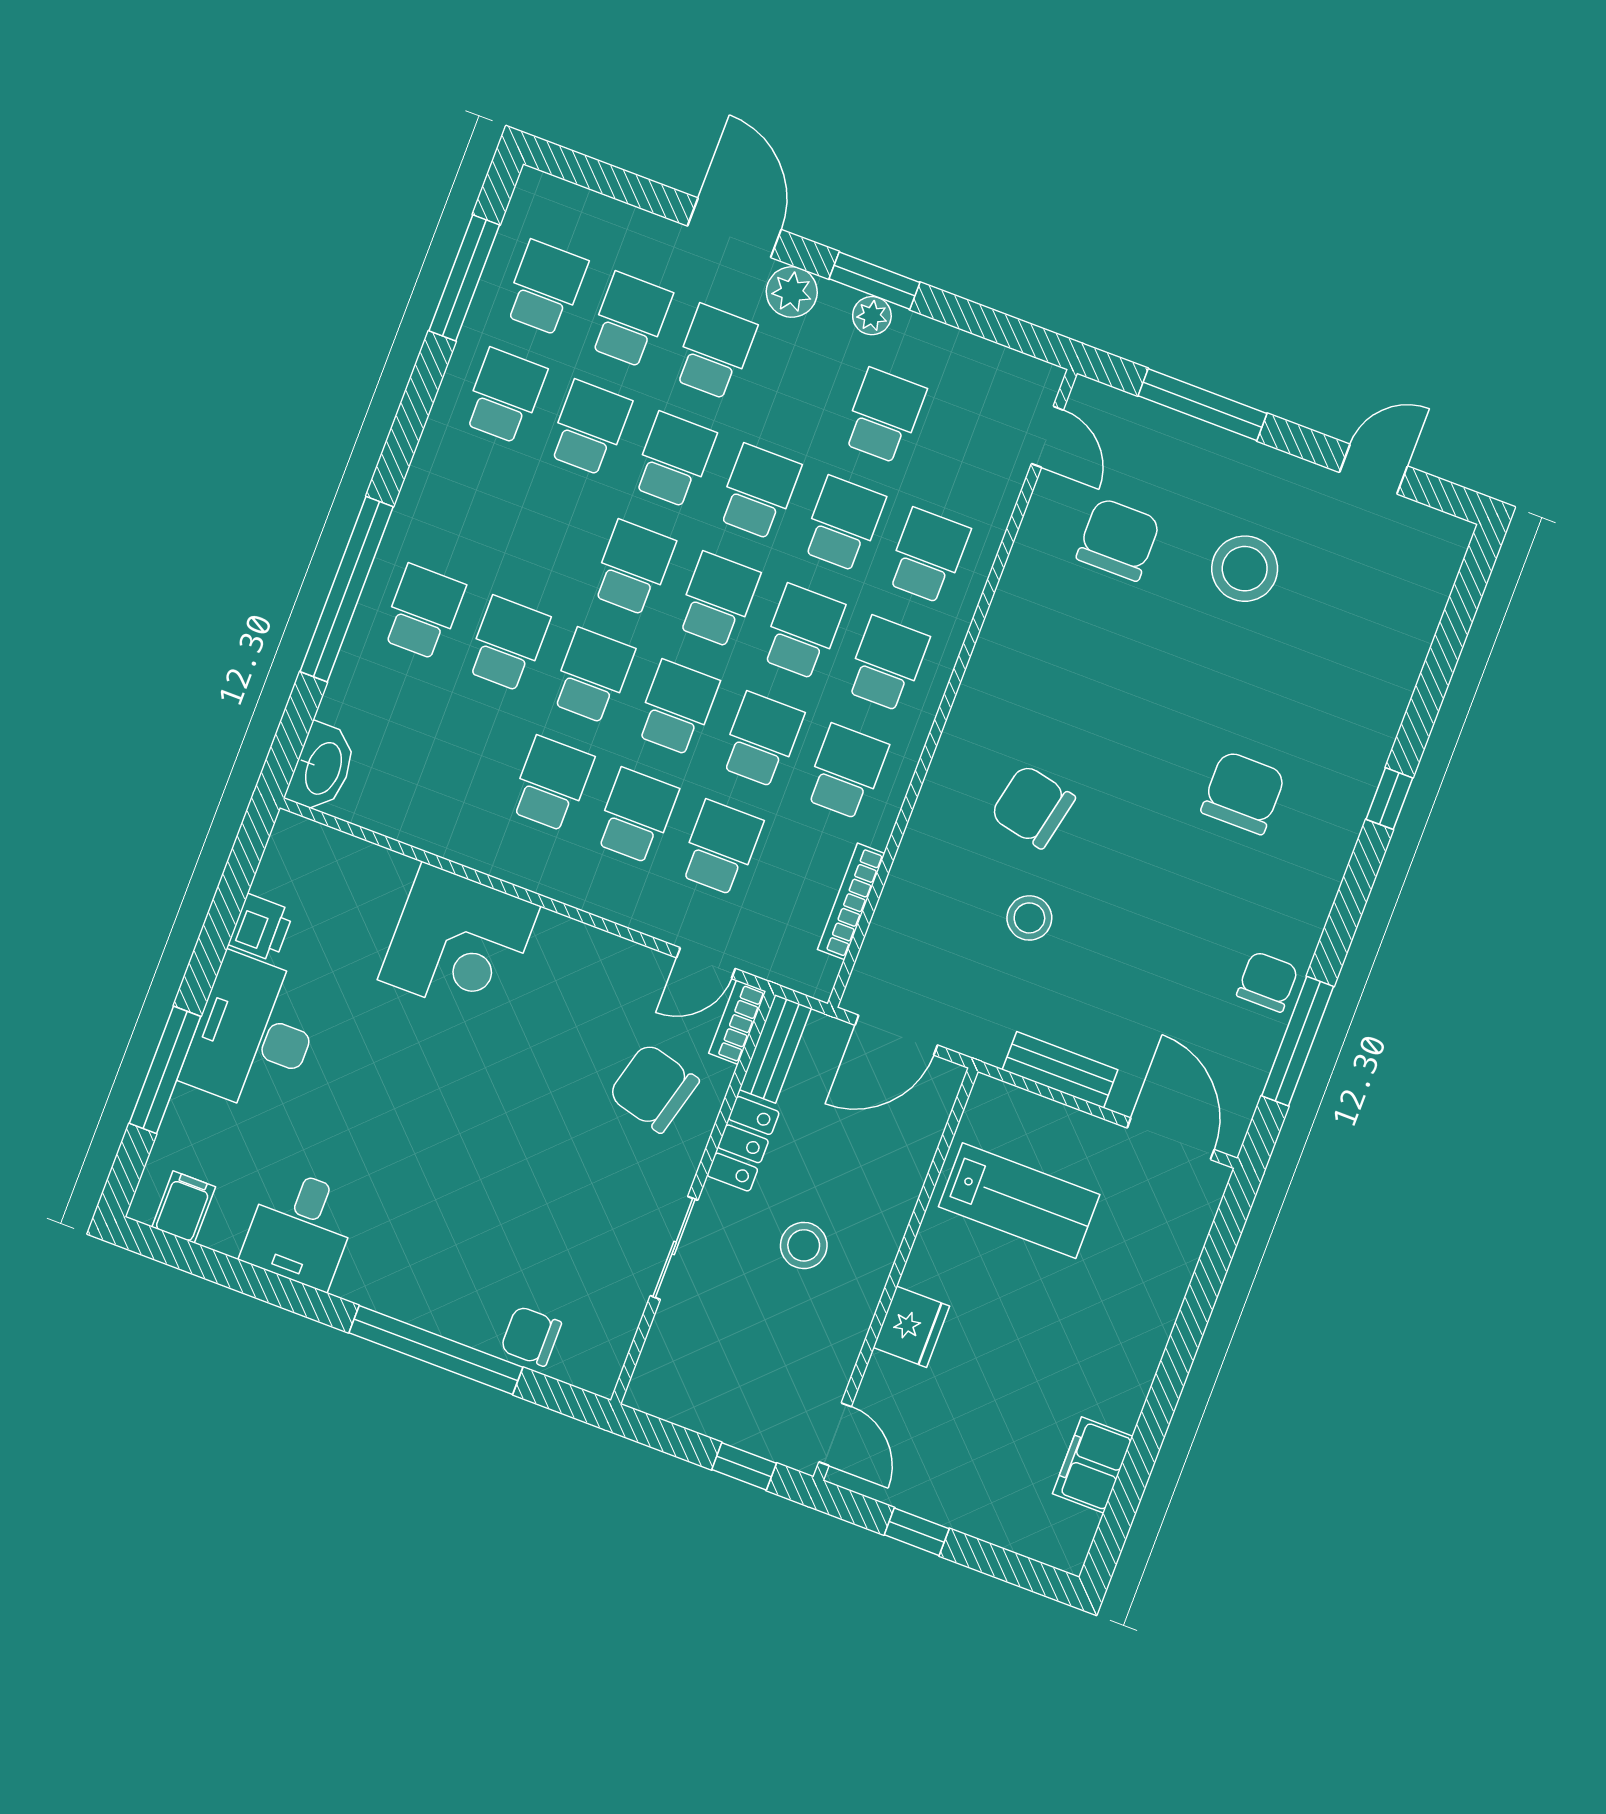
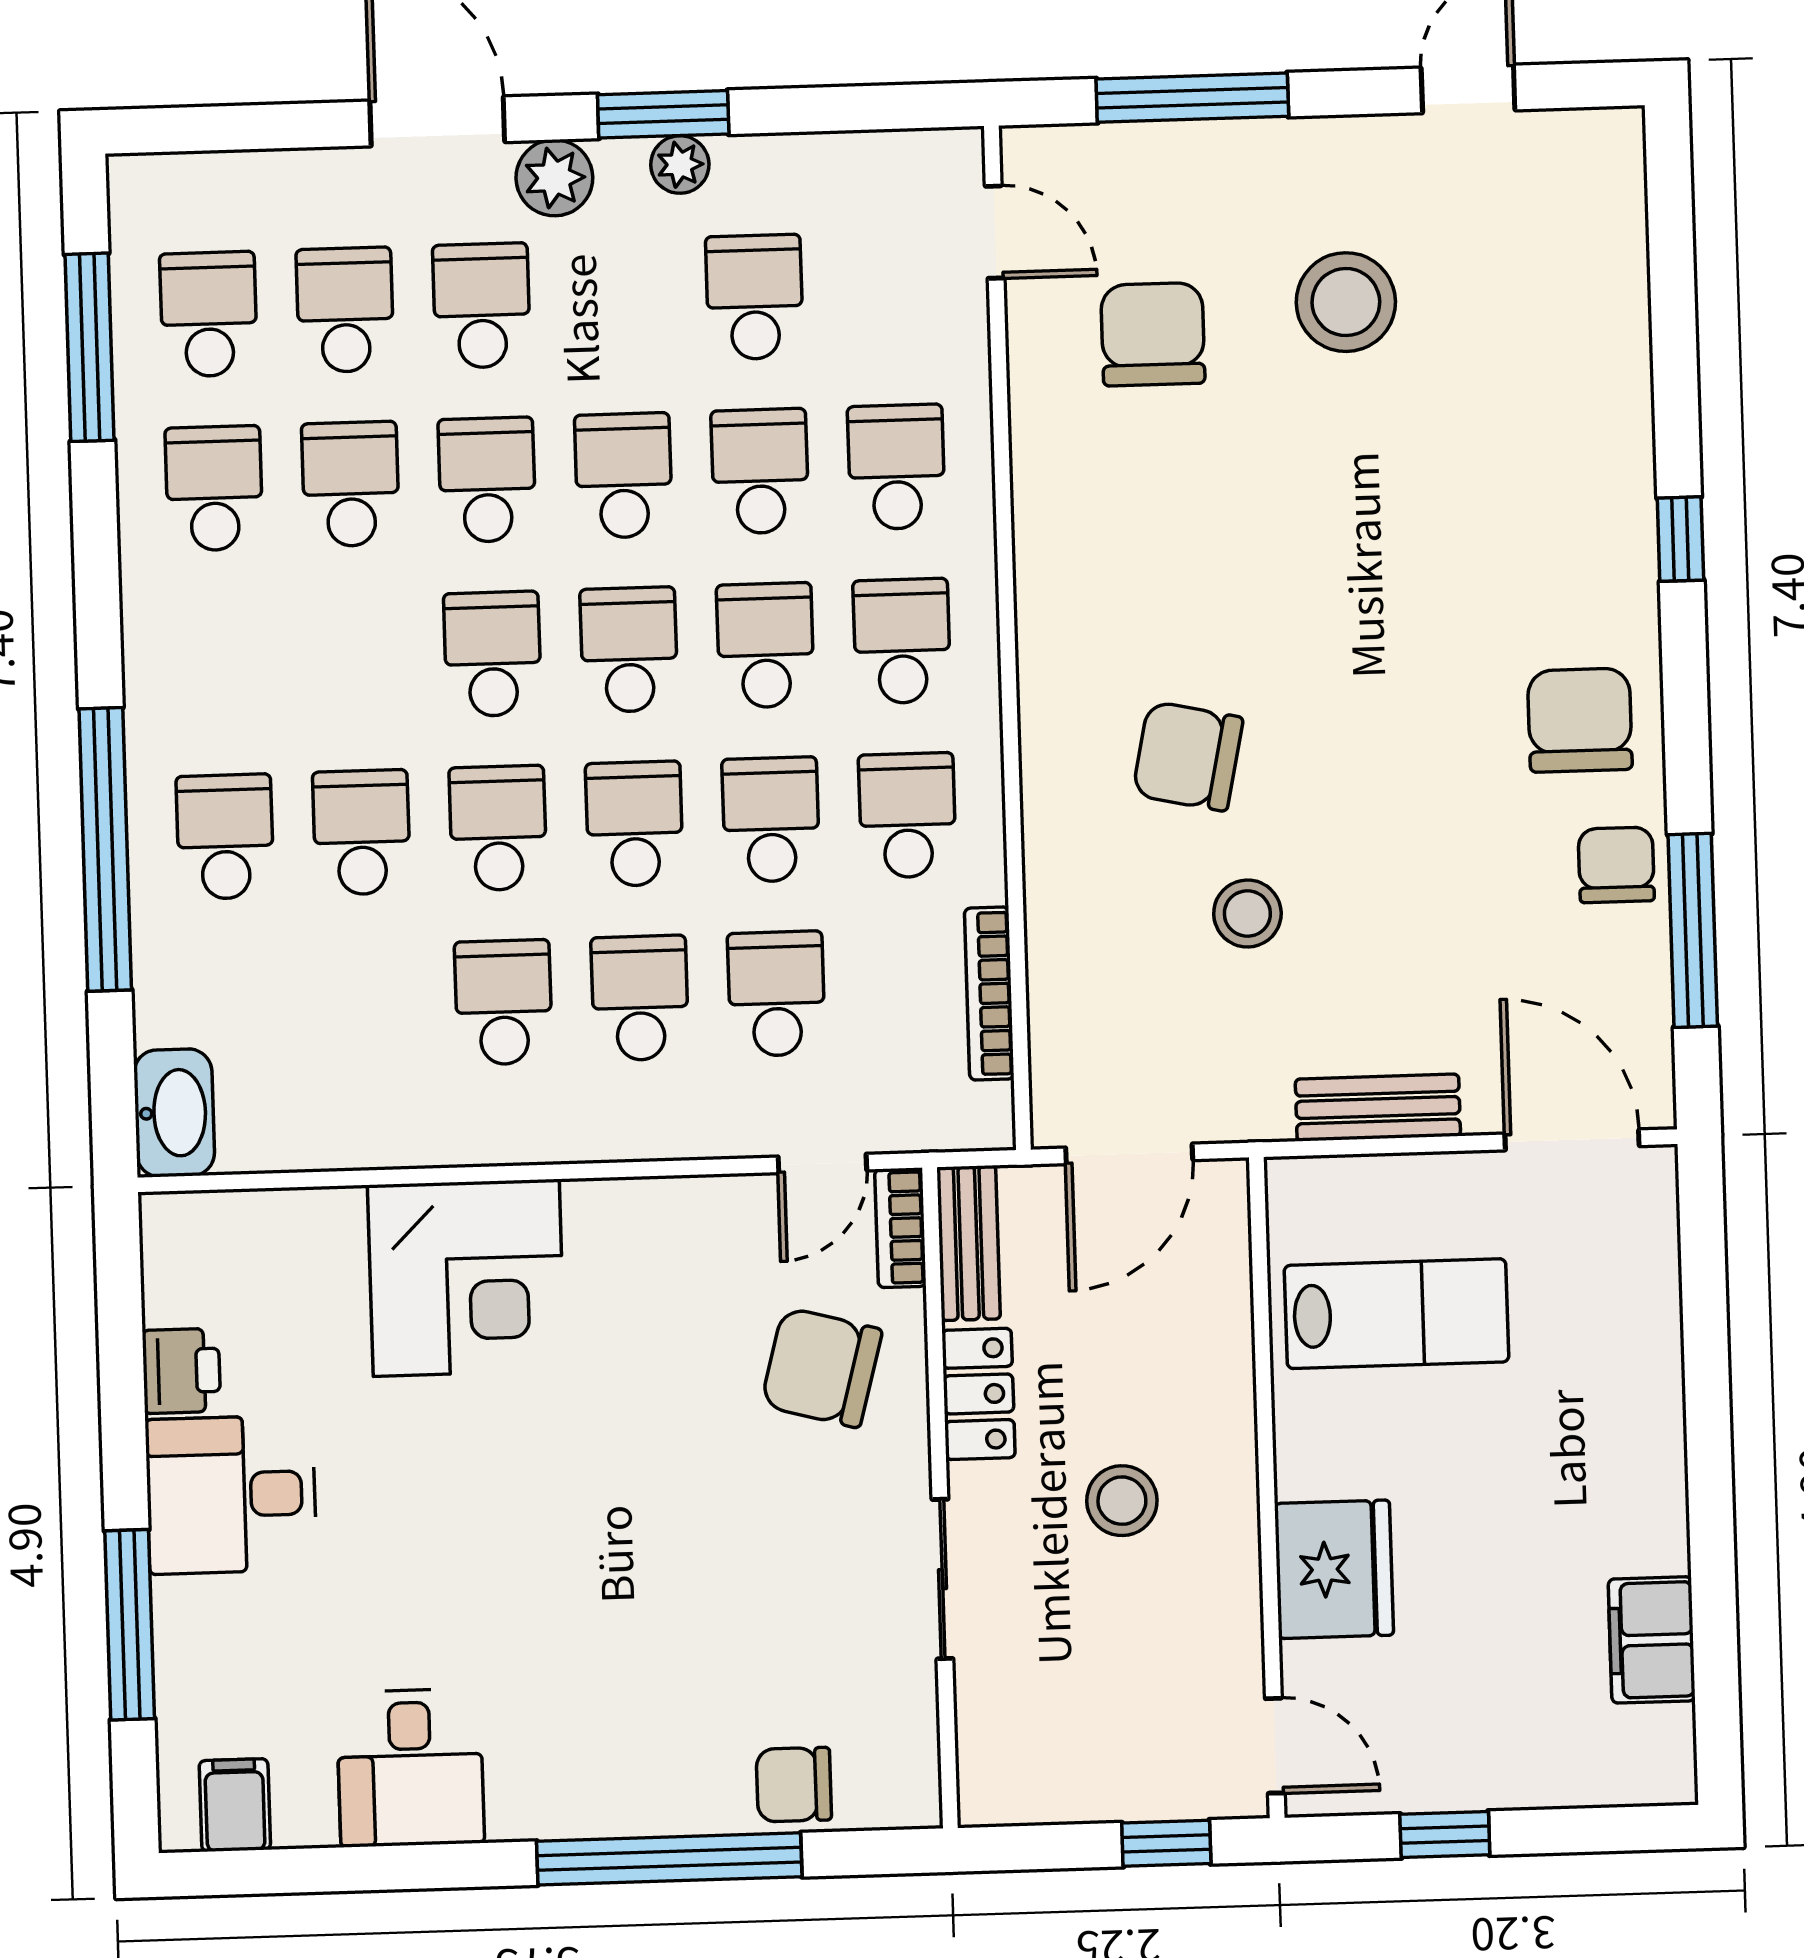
chair: (1243, 793) -> (1580, 720), moved
desk: (253, 1034) -> (231, 1495), width x0.73
fridge: (911, 1327) -> (1334, 1569), width x1.36, depth x1.34

